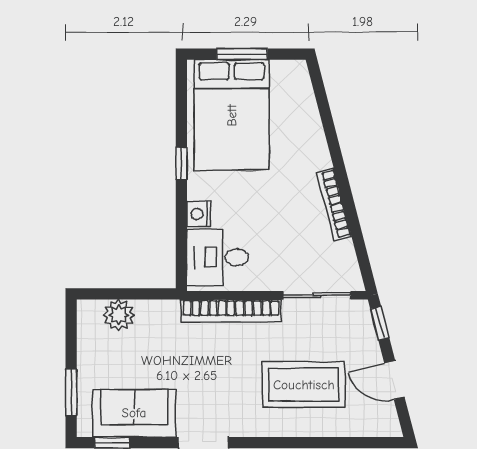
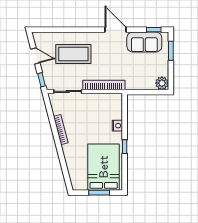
desk: (218, 257) -> (109, 107), removed
plant: (119, 315) -> (162, 83), moved

